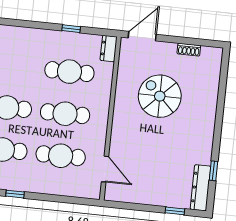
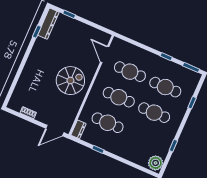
spiral stairs: (160, 96) -> (70, 81), moved, turned -90

